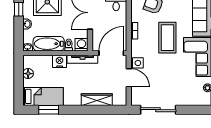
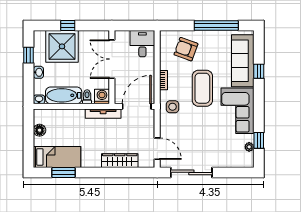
nightstand: (60, 61) -> (76, 116), removed
side table: (138, 63) -> (173, 107), moved
door: (129, 78) -> (157, 149), moved

